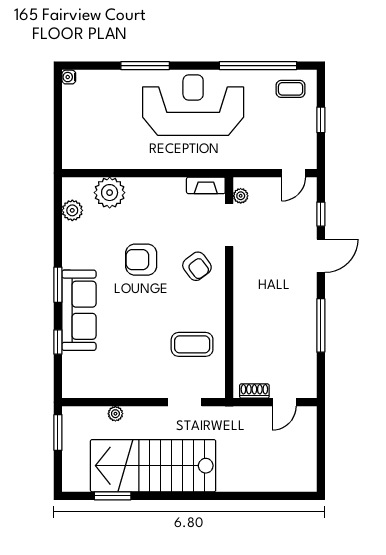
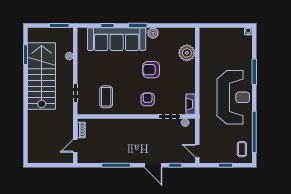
plant: (72, 210) -> (153, 33), moved
armchair: (141, 260) -> (151, 70), turned -90
armchair: (197, 266) -> (148, 99), turned 127
sofa: (79, 310) -> (117, 39), width x1.36, depth x1.27
door: (284, 402) -> (75, 146), hinge flipped

